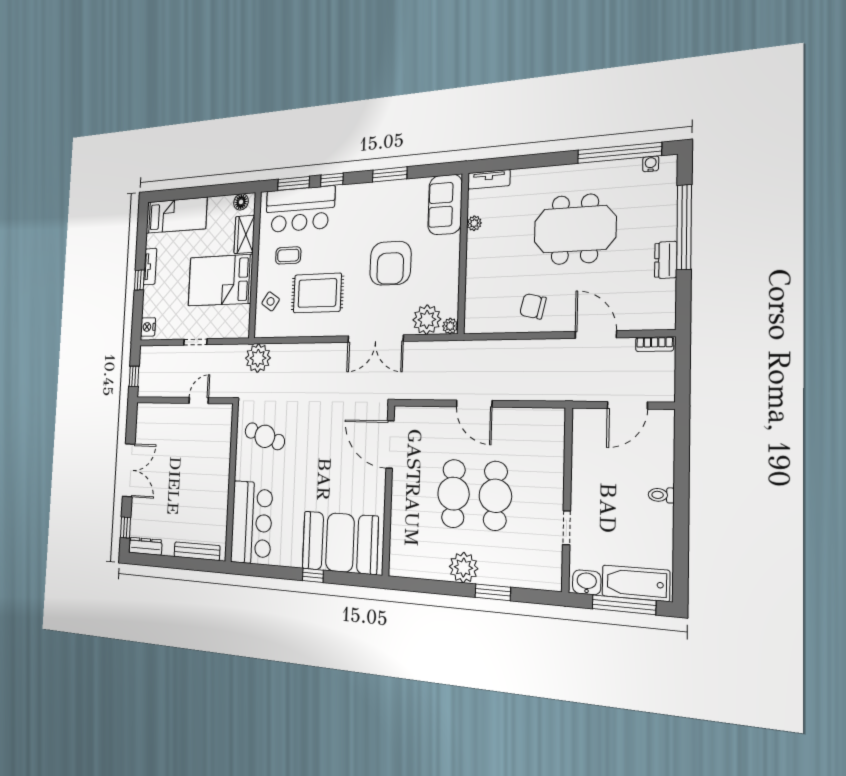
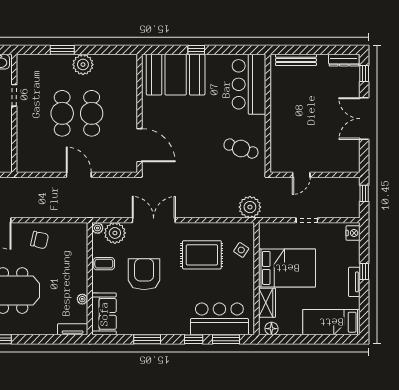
coffee table: (288, 255) -> (104, 264), moved

